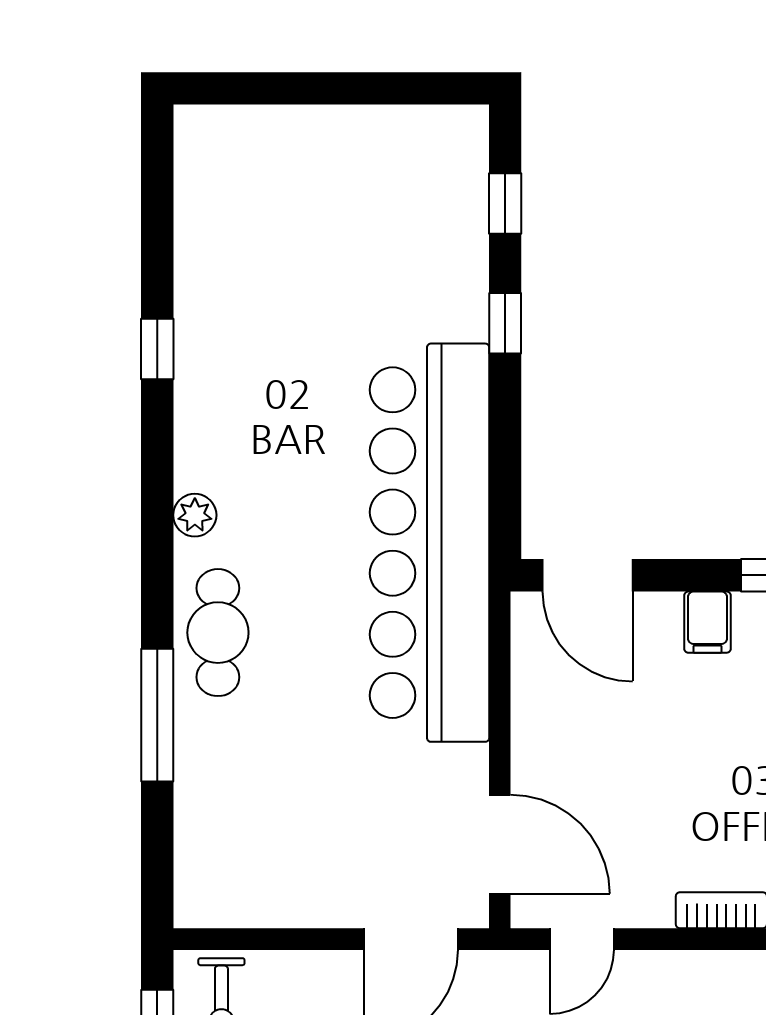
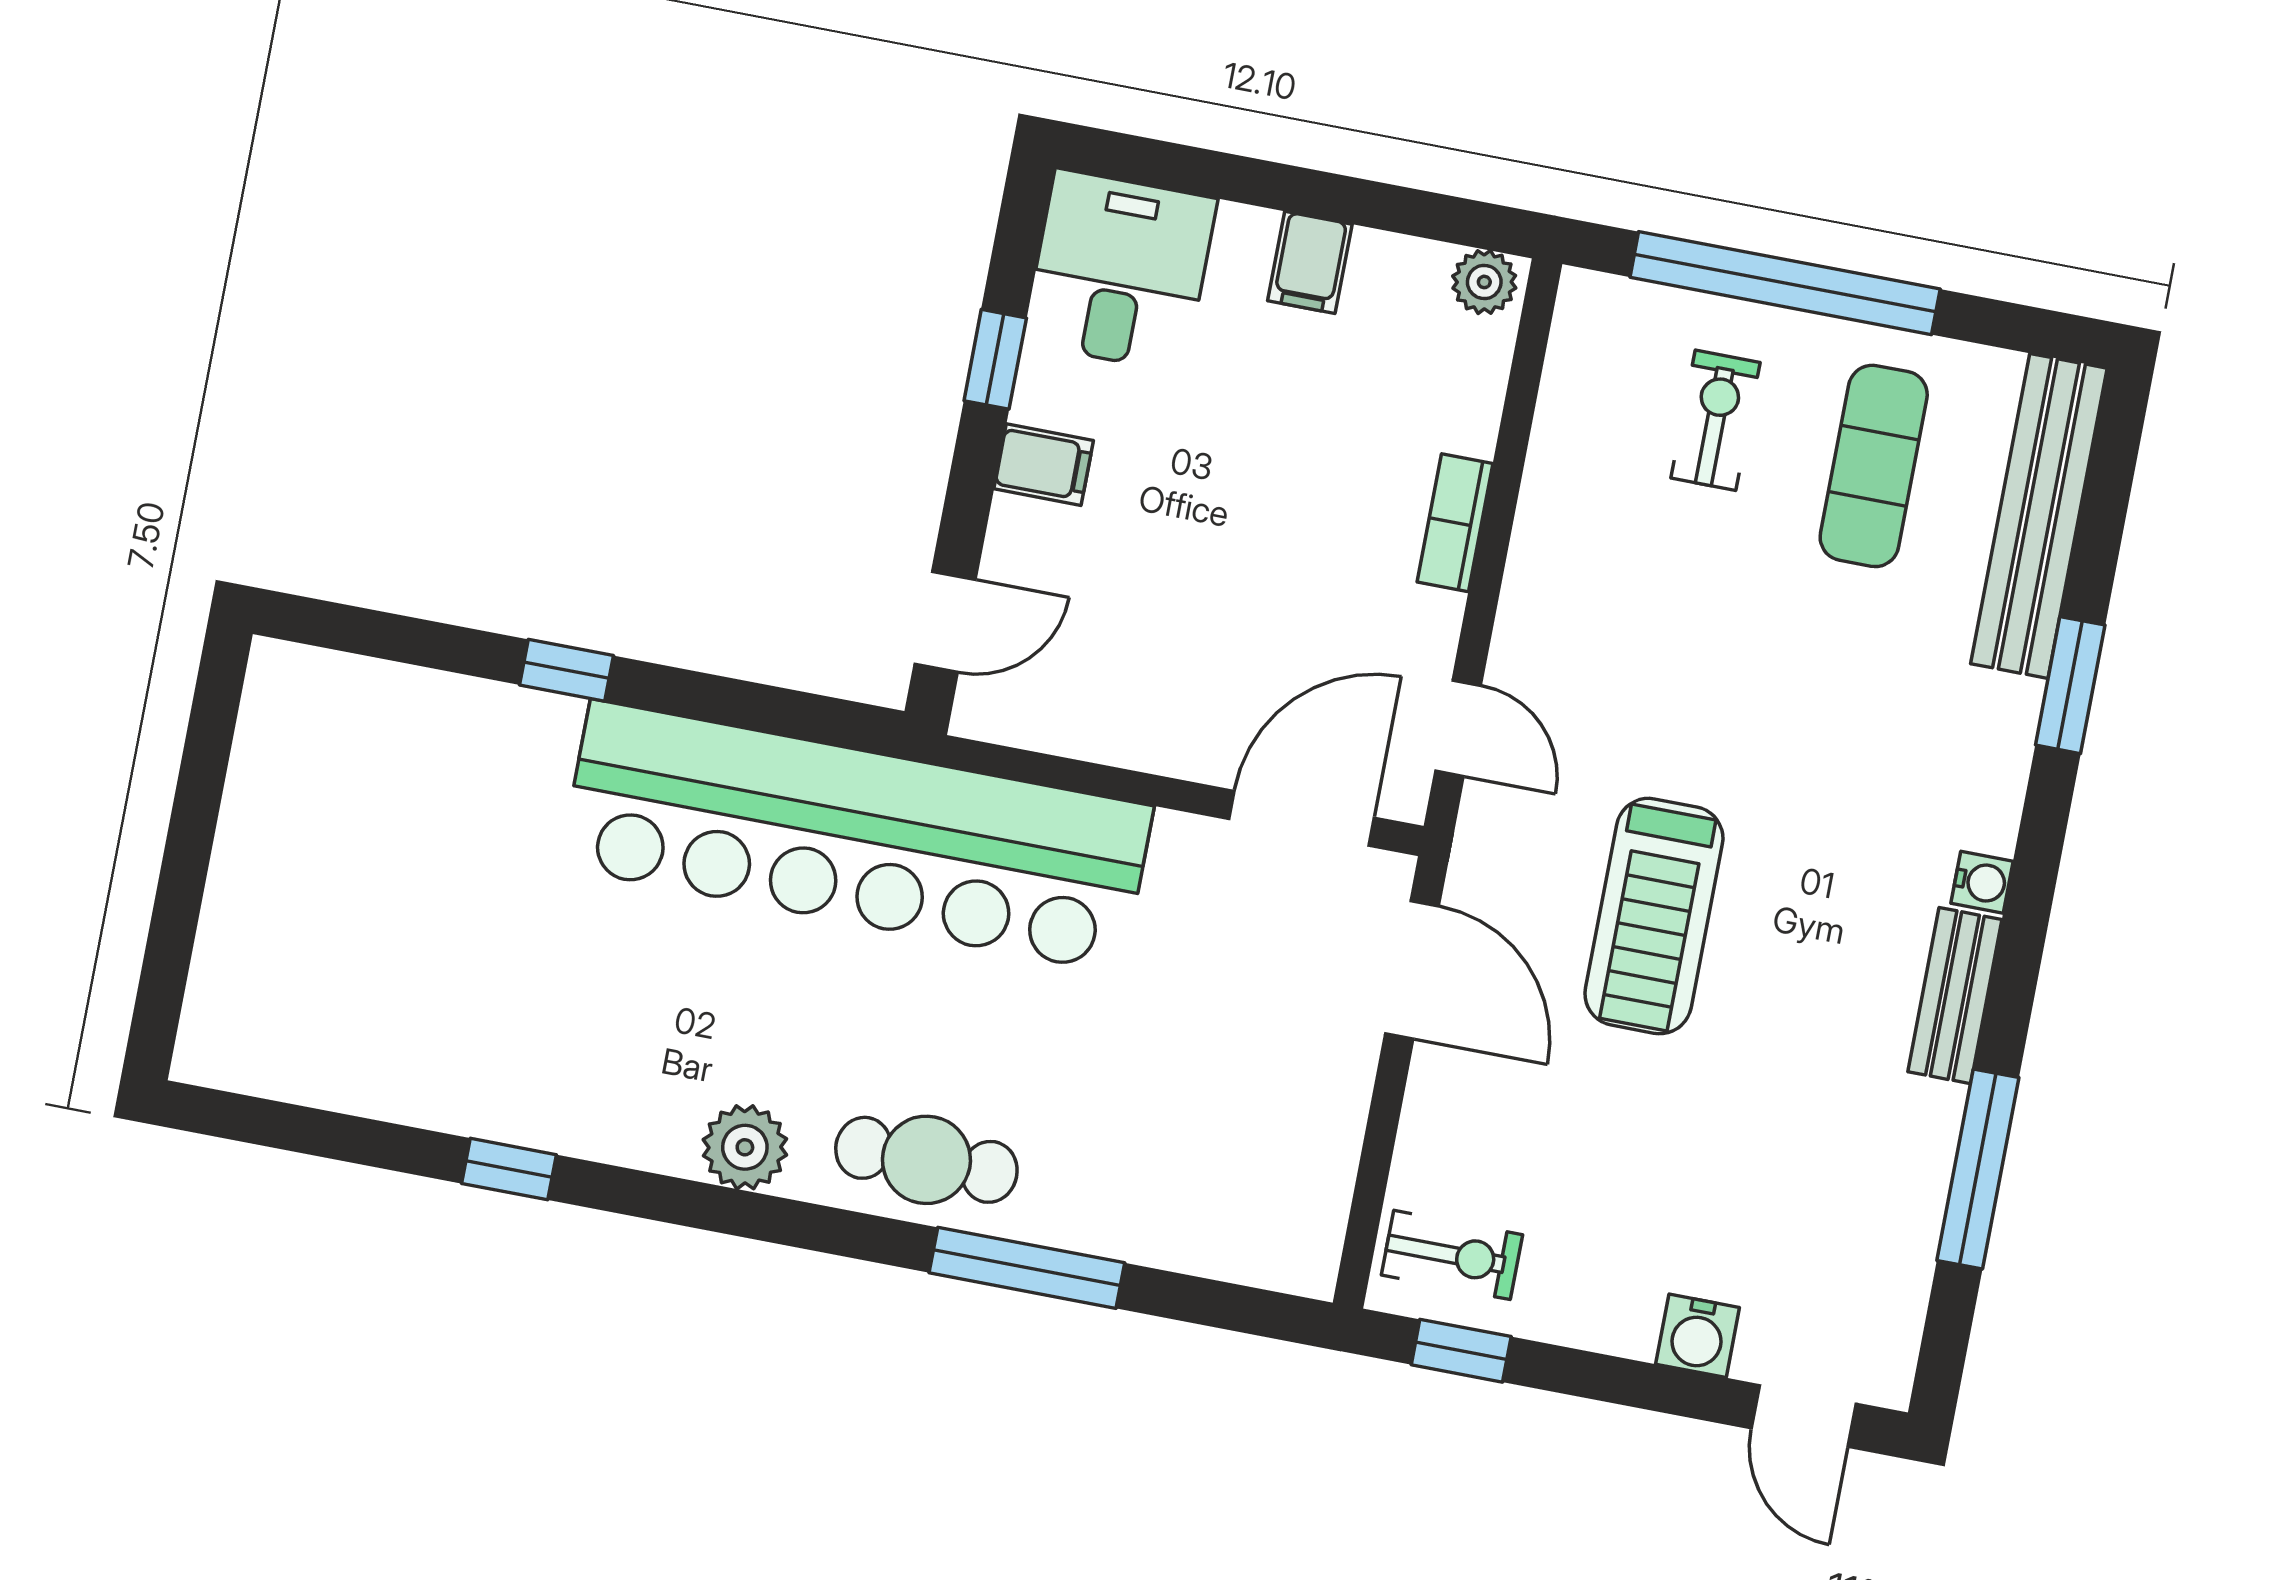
window: (505, 204) -> (397, 638), removed
plant: (195, 515) -> (745, 1147), width x1.38, depth x1.38
door: (587, 575) -> (945, 622), width x0.73

